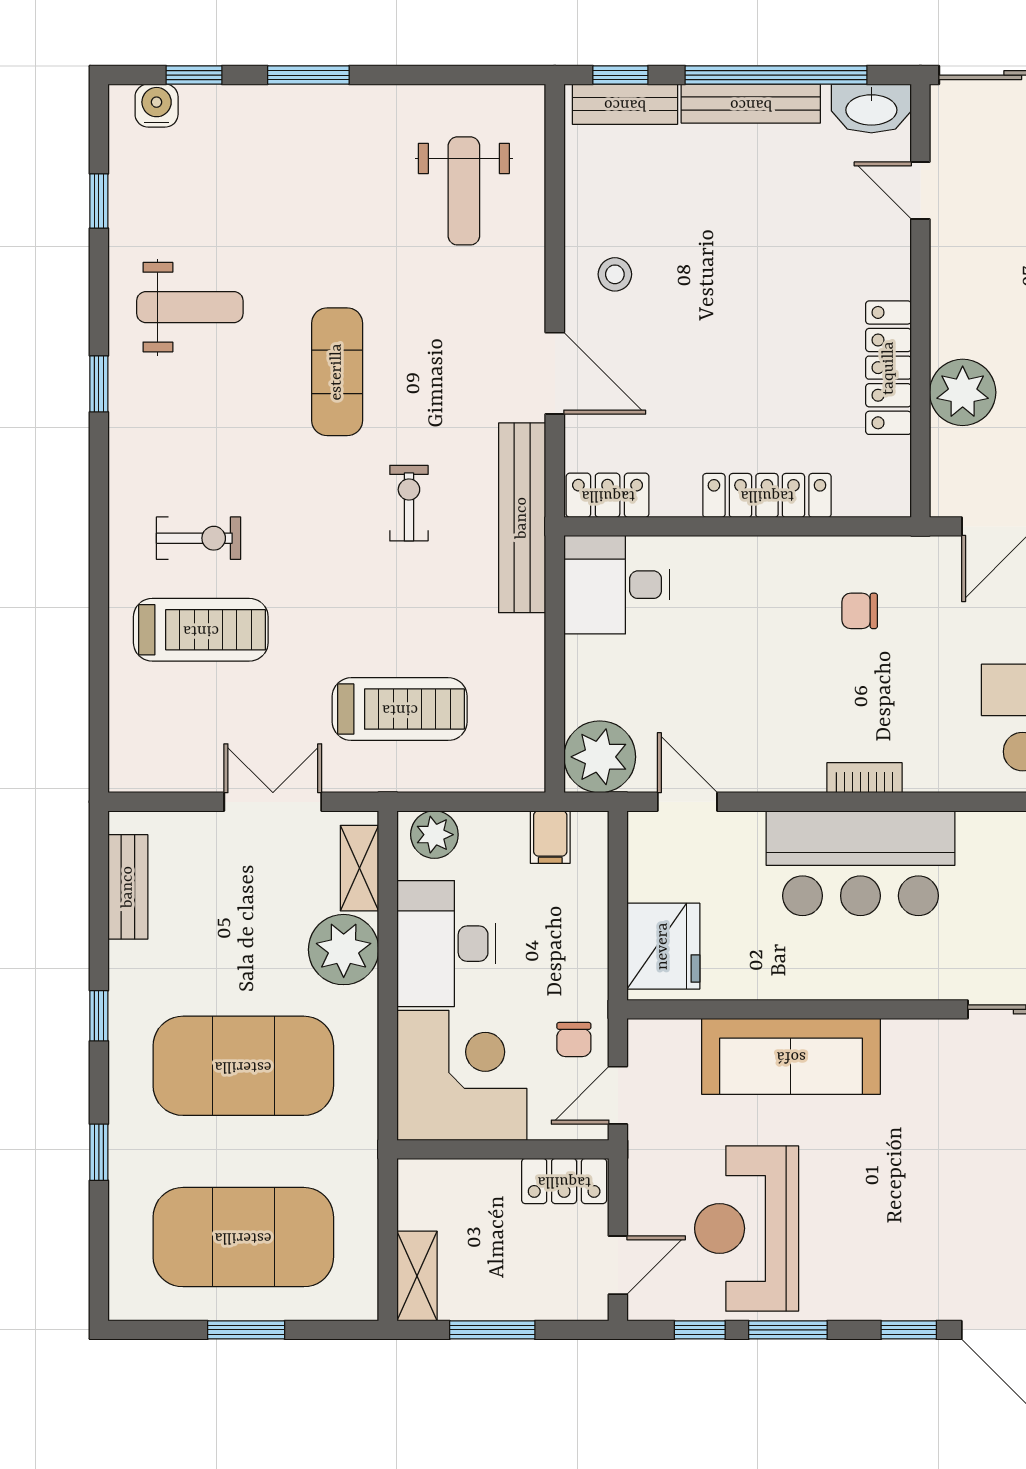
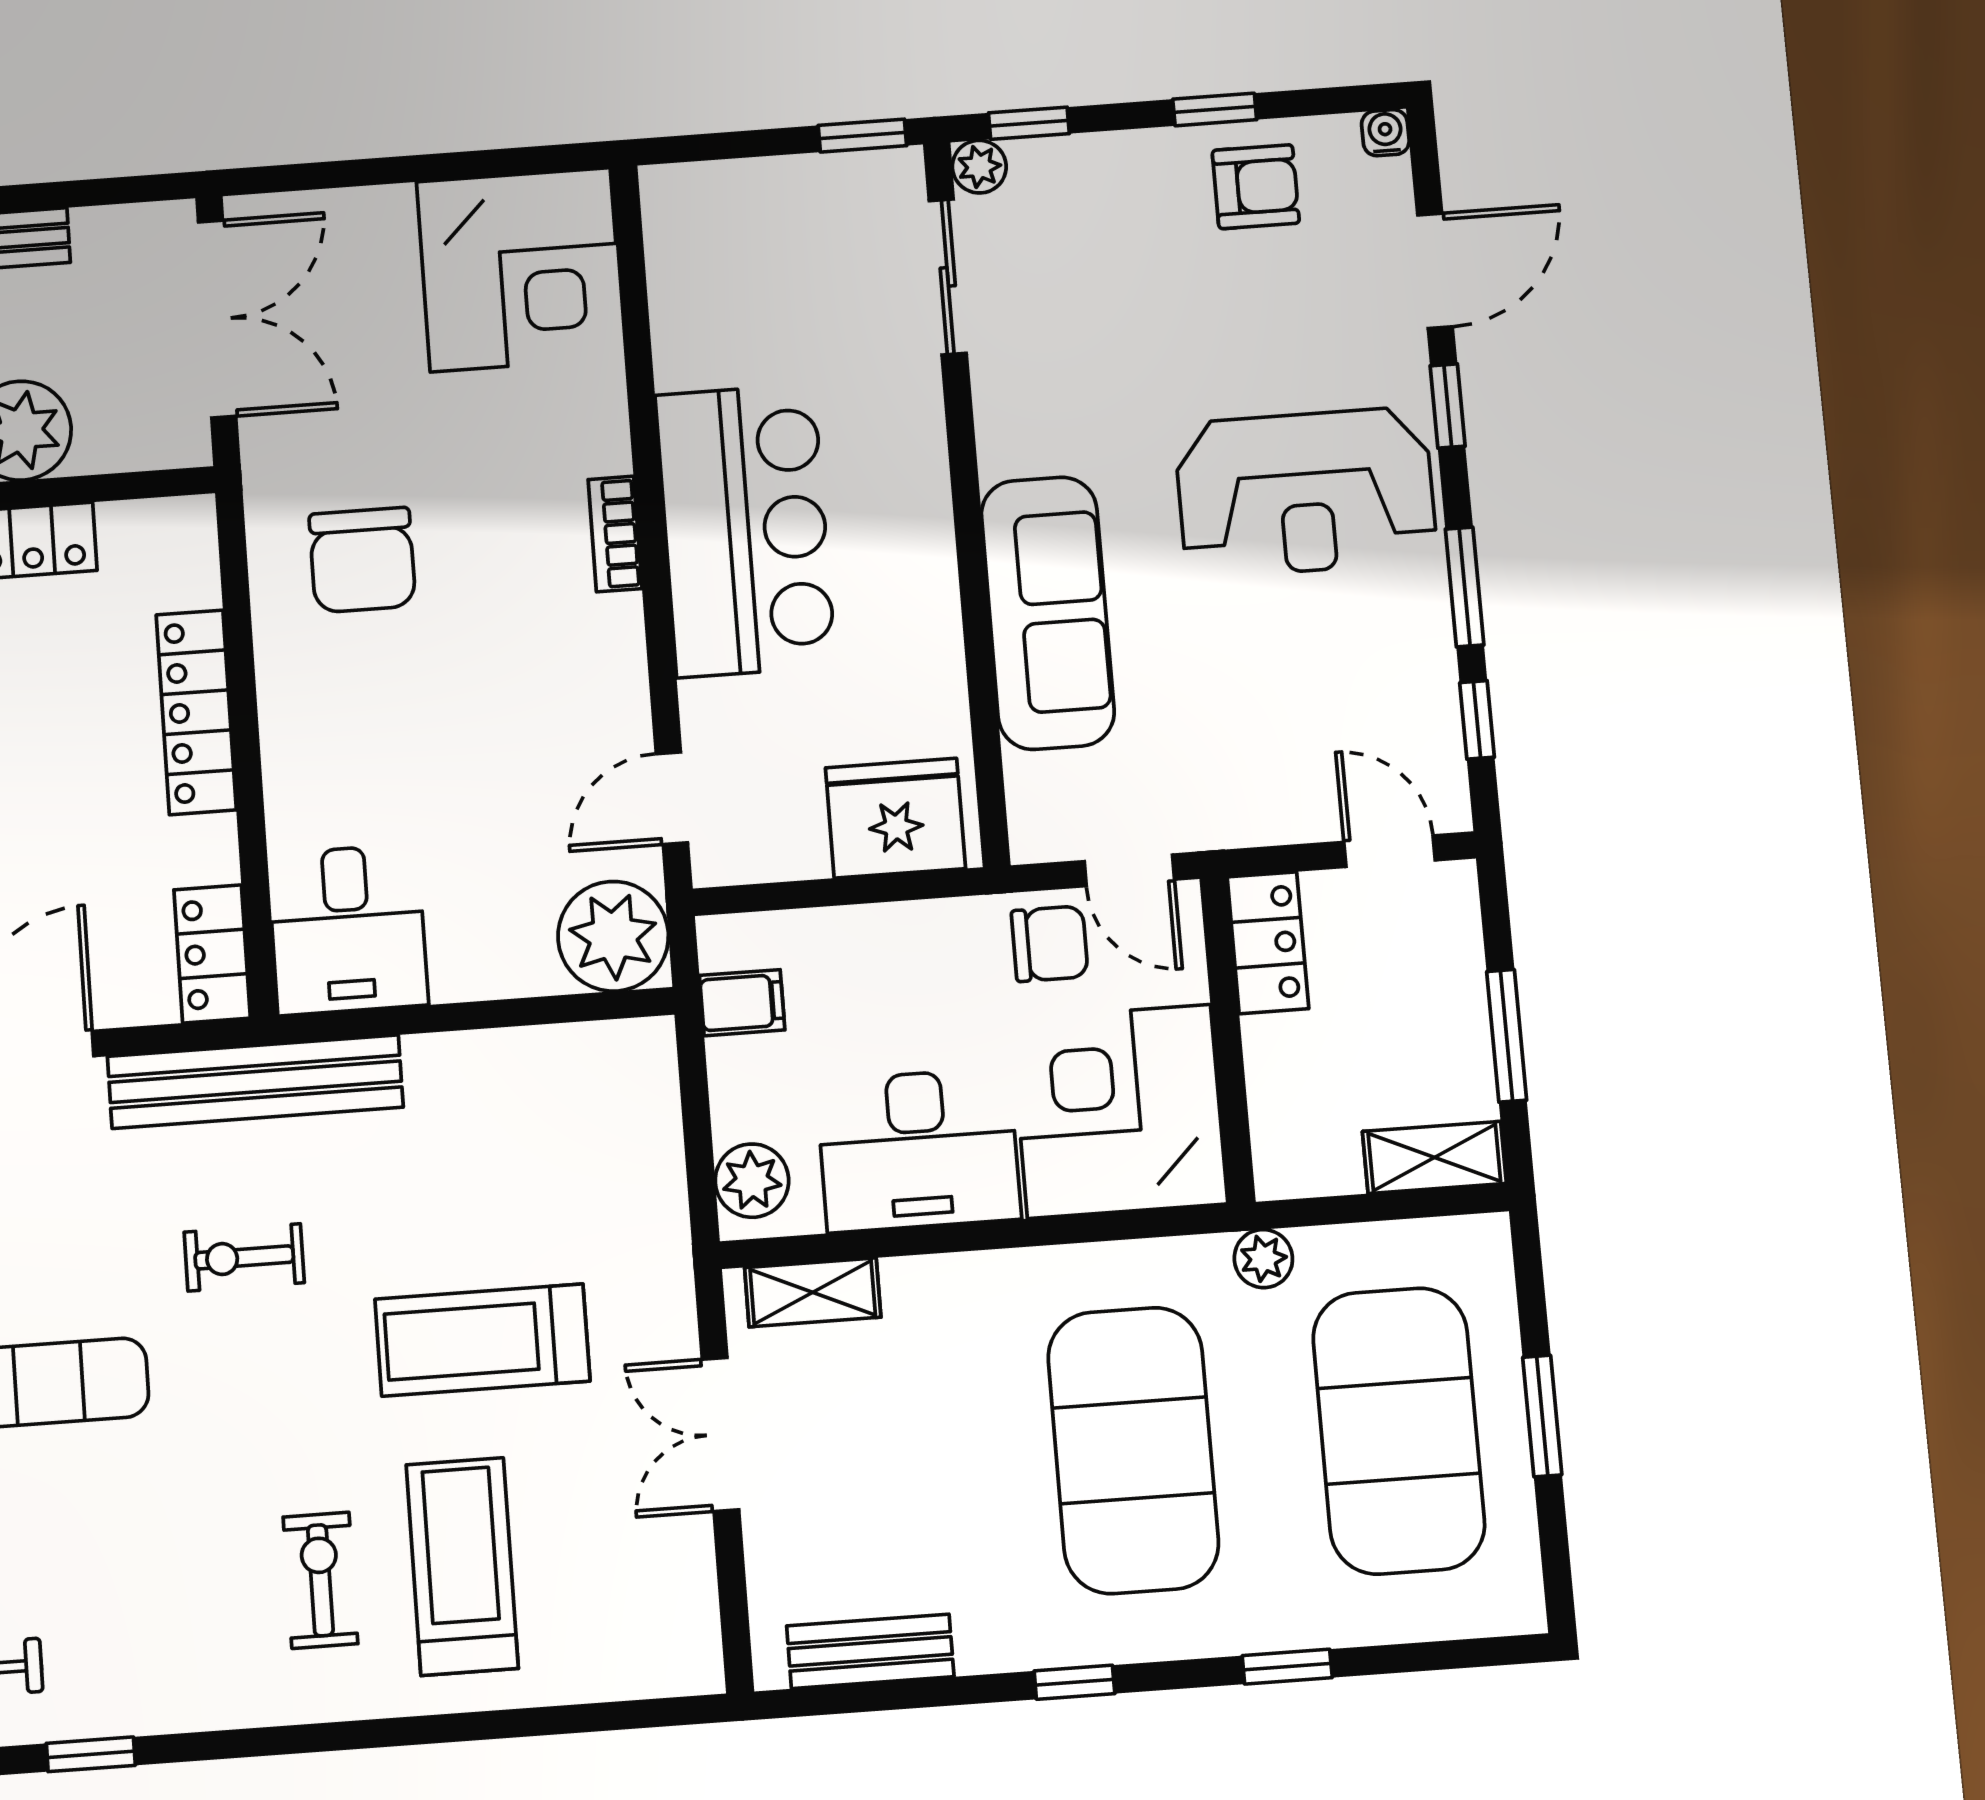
chair: (860, 611) -> (362, 560), width x1.87, depth x1.87
treadmill: (400, 709) -> (482, 1340), moved, turned -90
plant: (344, 950) -> (1263, 1259), moved, width x0.53, depth x0.53
chair: (574, 1040) -> (1050, 944), width x1.37, depth x1.37
reception desk: (747, 1228) -> (1306, 492), moved

